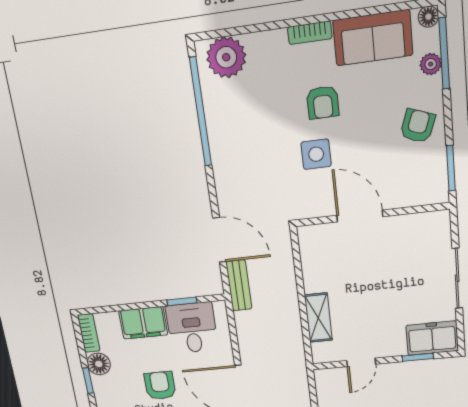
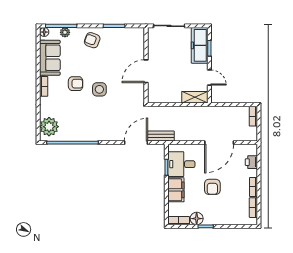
wall: (372, 215) -> (146, 65), moved
door: (360, 216) -> (146, 71), moved
shelving: (318, 318) -> (195, 97), moved
freezer: (432, 338) -> (200, 45), width x1.40
armchair: (160, 386) -> (212, 187), turned -90

